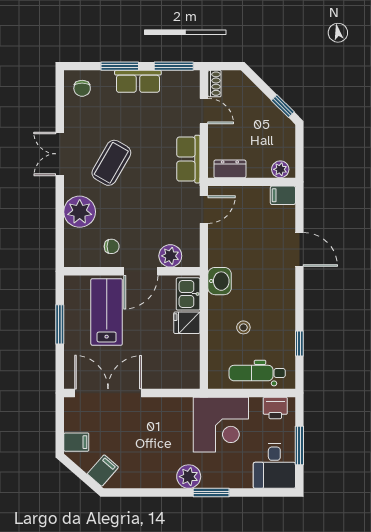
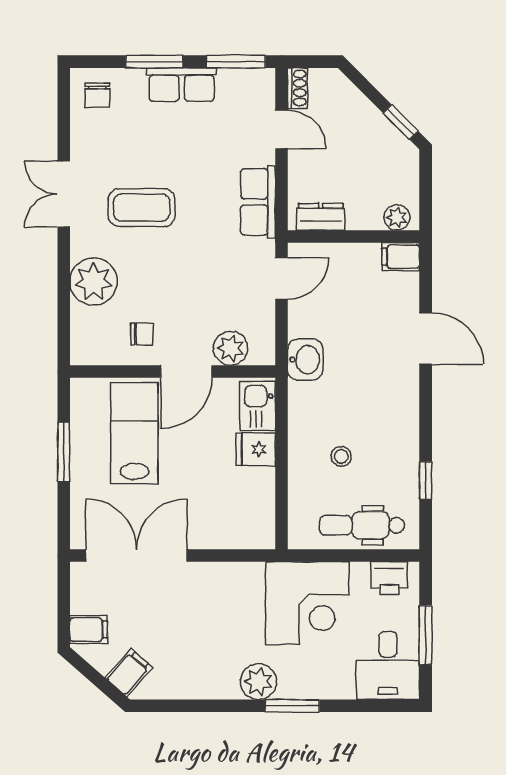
coffee table: (111, 163) -> (142, 208), turned 60
washbasin: (220, 281) -> (305, 360), moved

